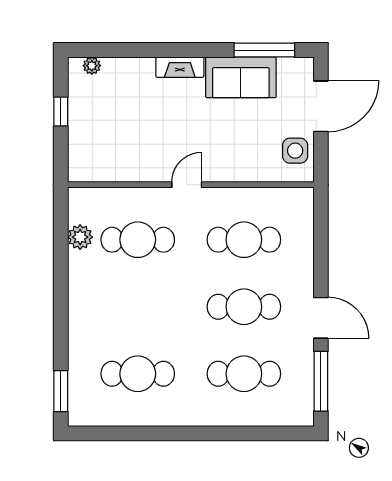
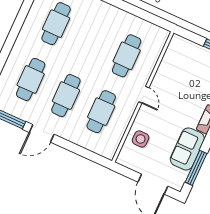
side table: (295, 151) -> (141, 139), moved
plant: (80, 237) -> (142, 26), removed

